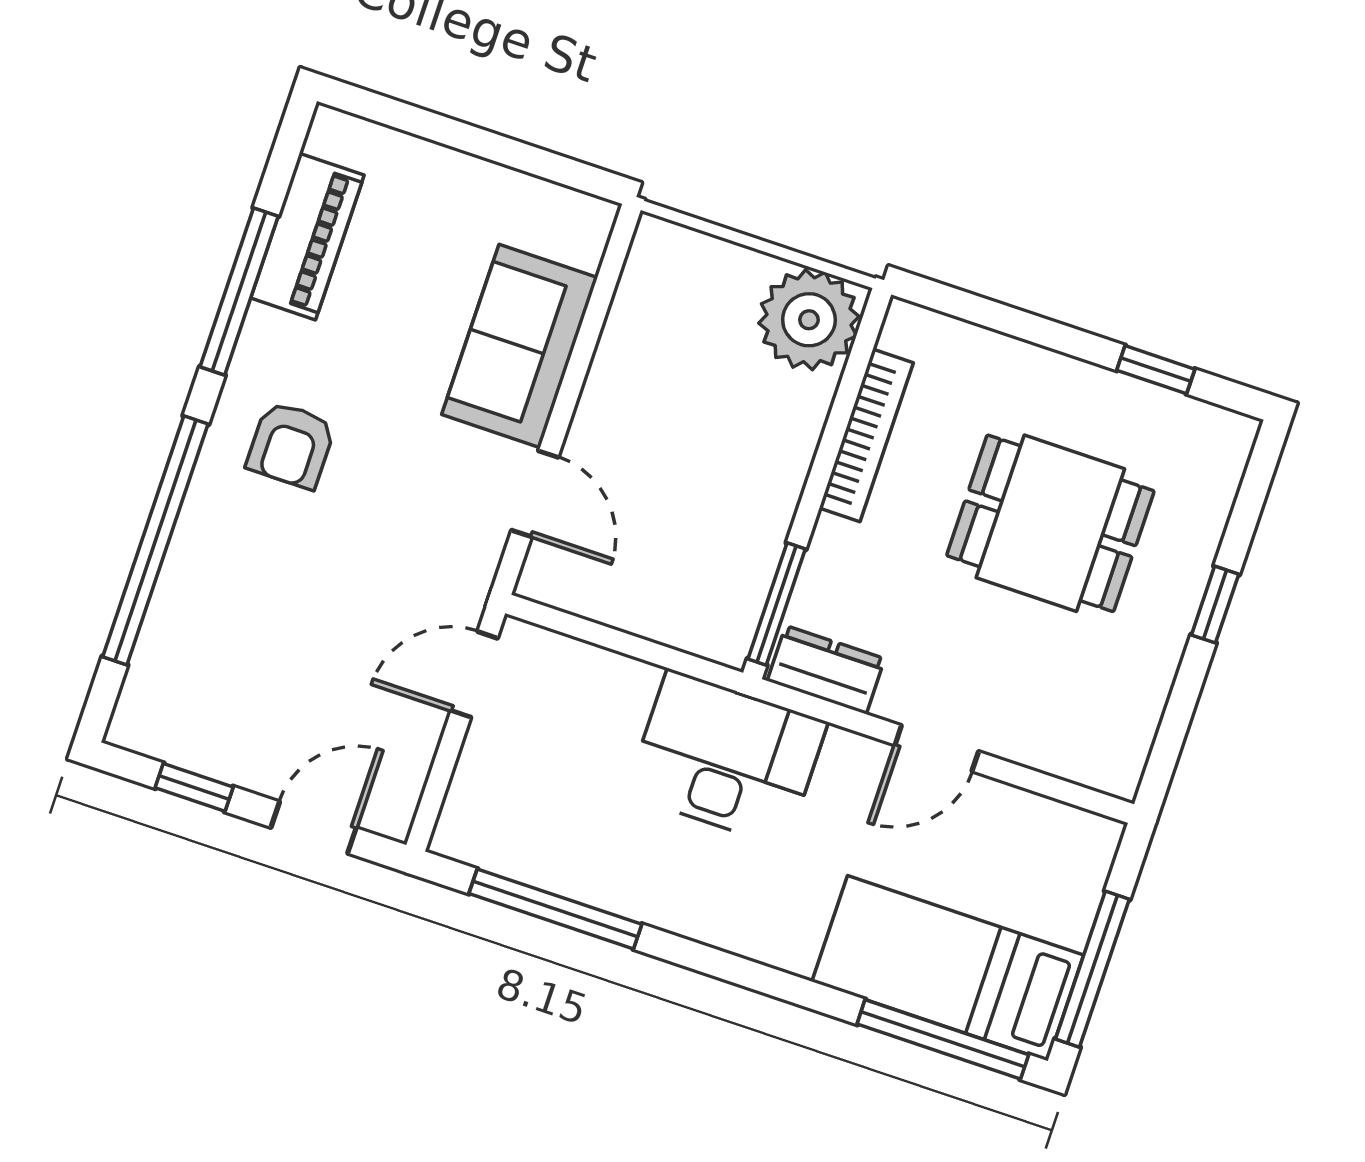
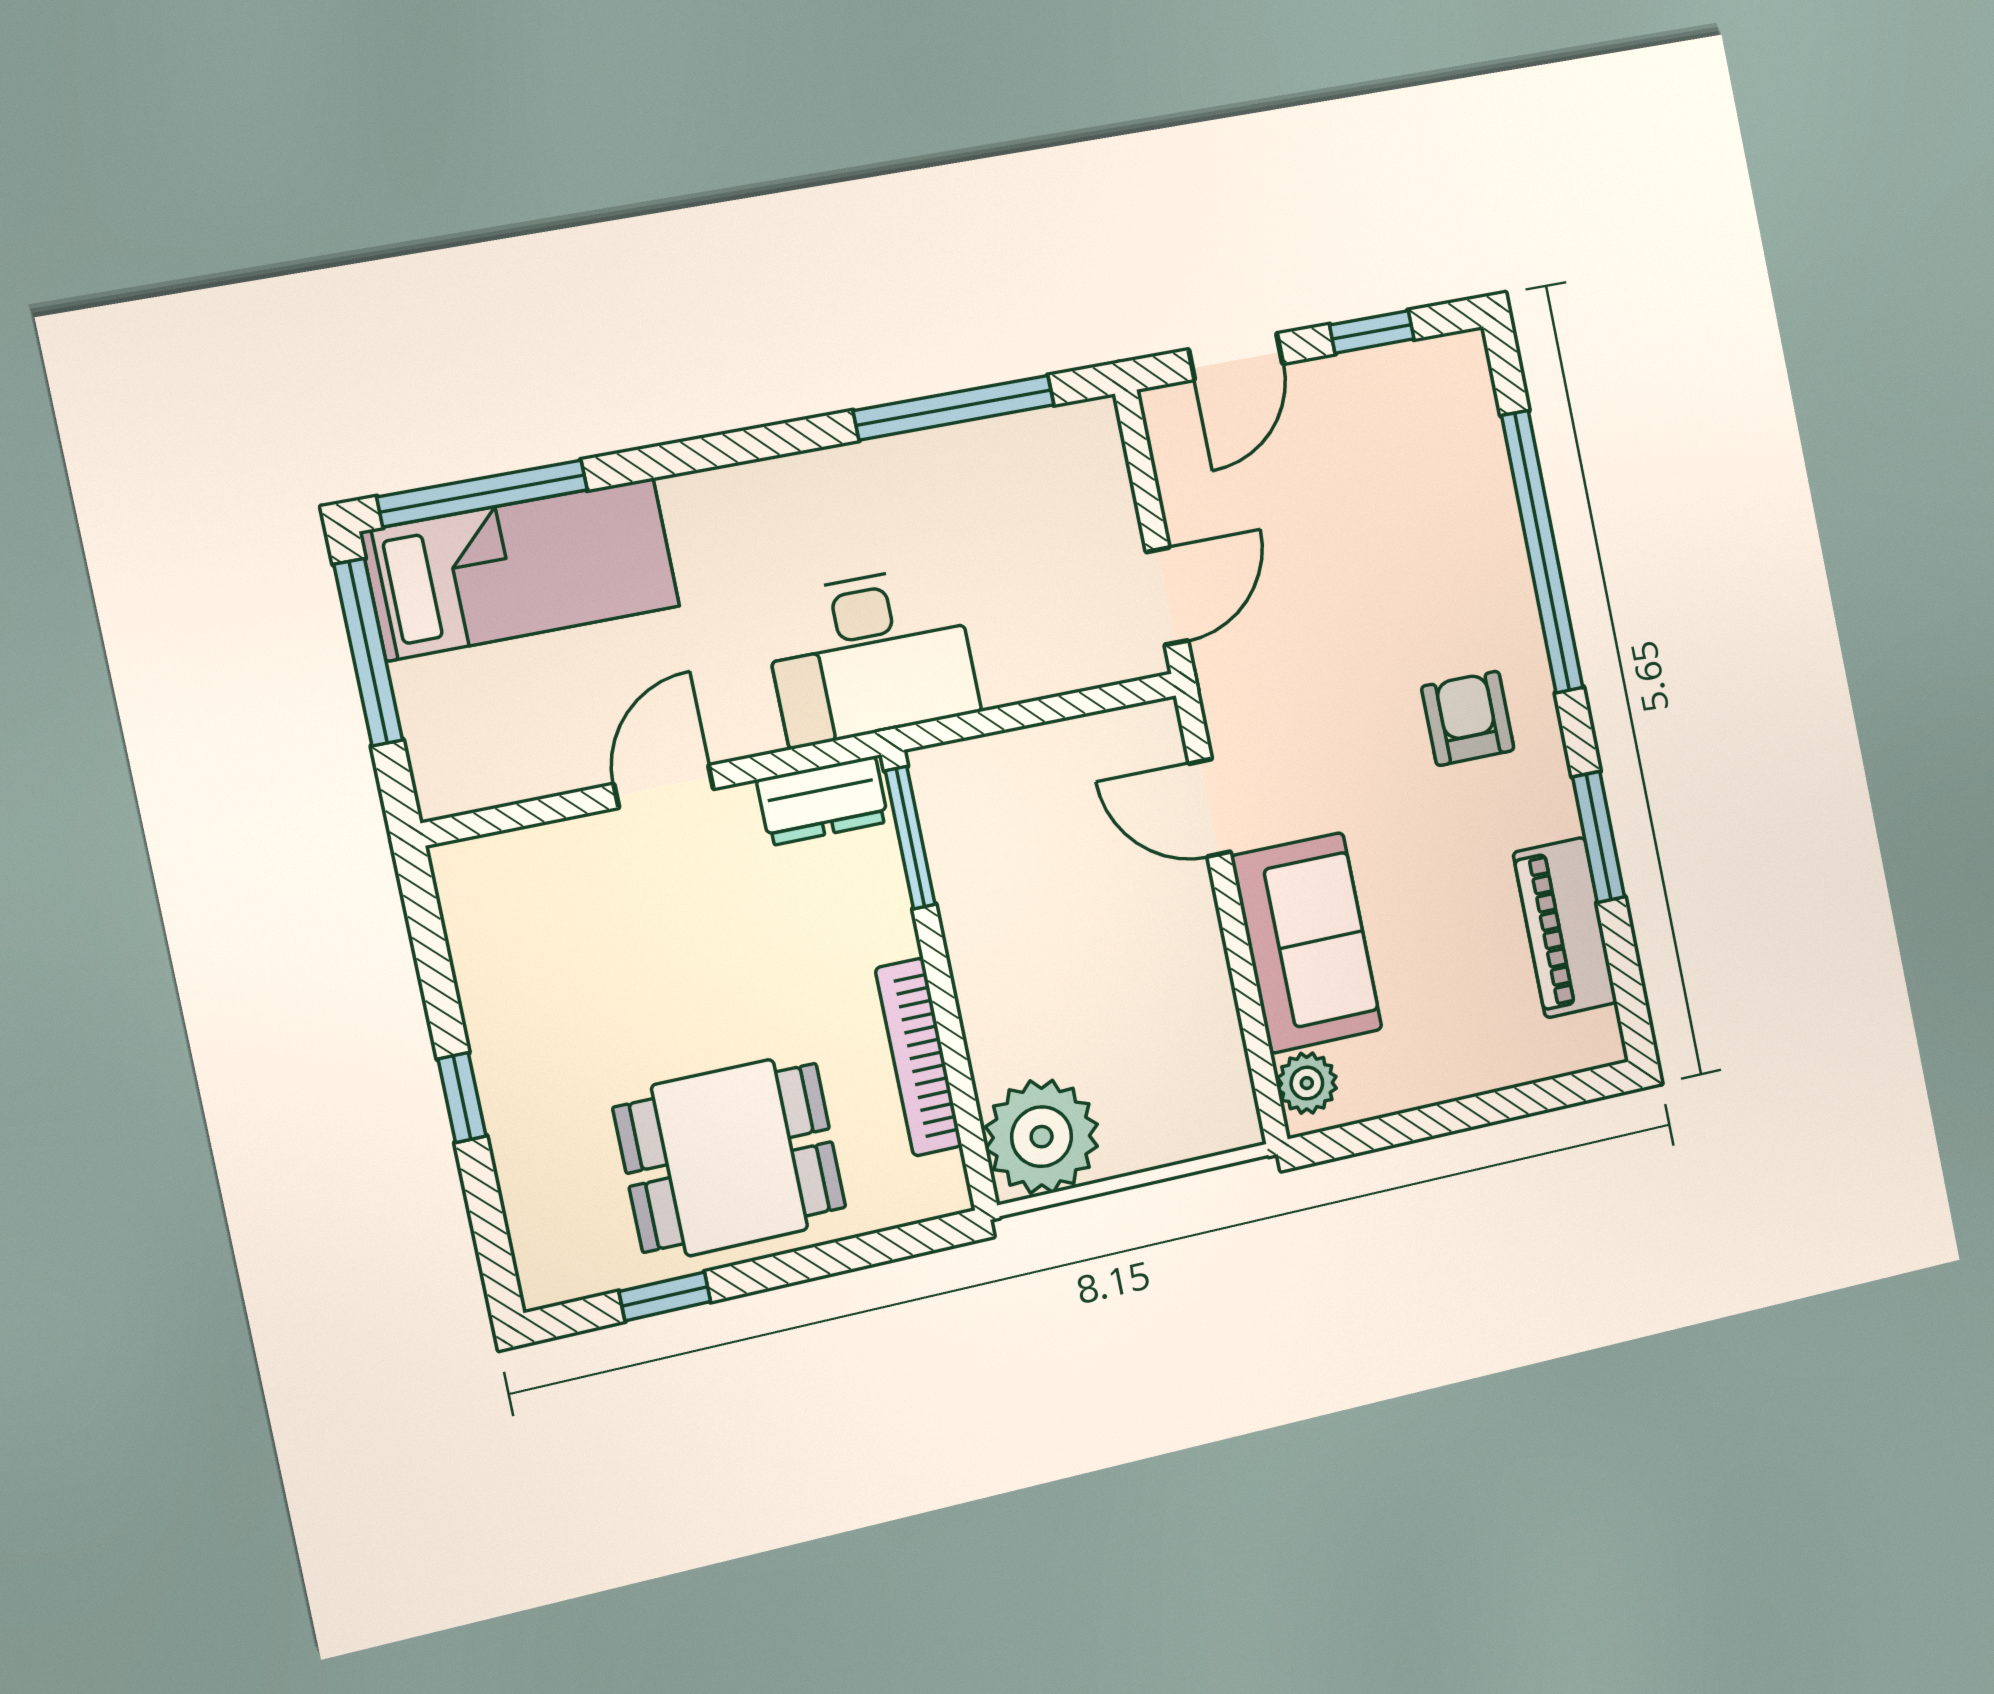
plant: (582, 238) -> (1307, 1083), added
window: (239, 292) -> (1598, 837), width x0.69
dining table: (1050, 523) -> (730, 1158), moved

